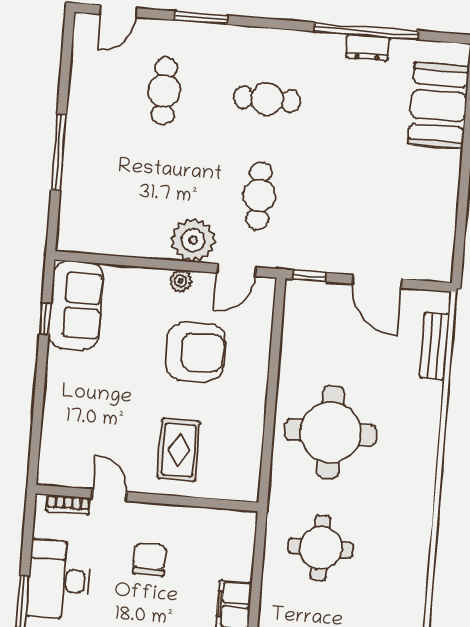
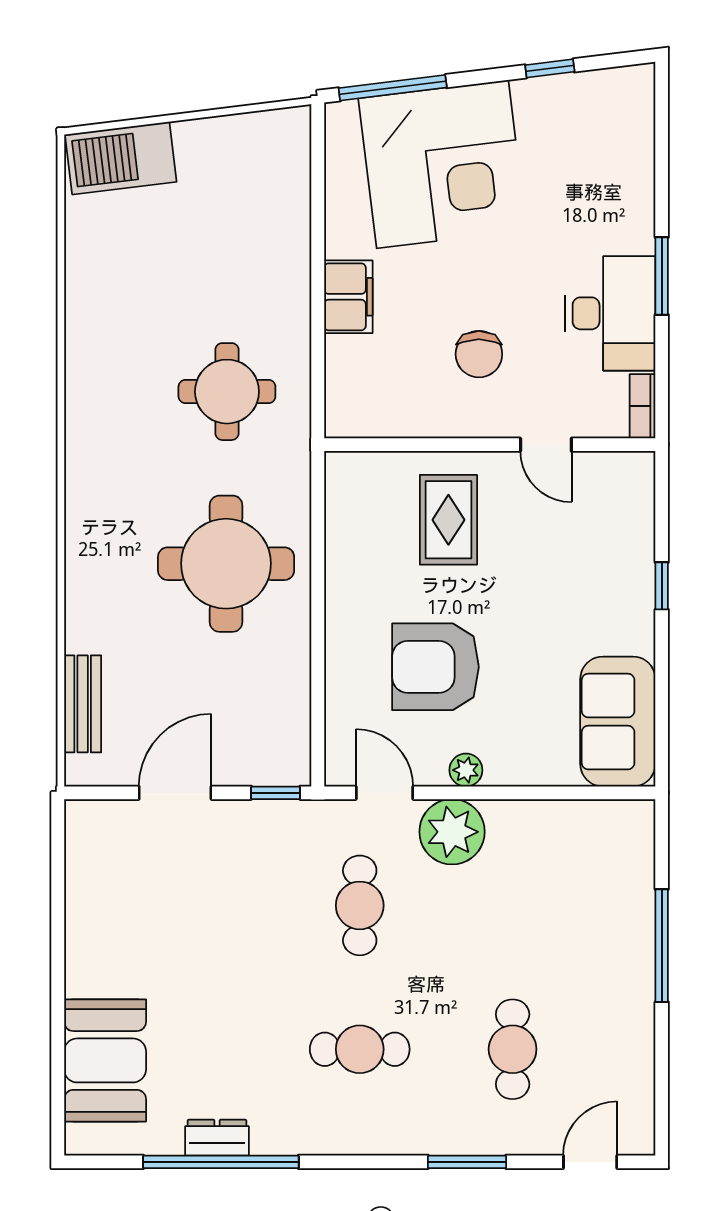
door: (237, 270) -> (384, 793), hinge flipped
door: (377, 281) -> (175, 793), hinge flipped
window: (45, 319) -> (662, 586), moved
bookcase: (68, 505) -> (643, 406), moved, turned -90

